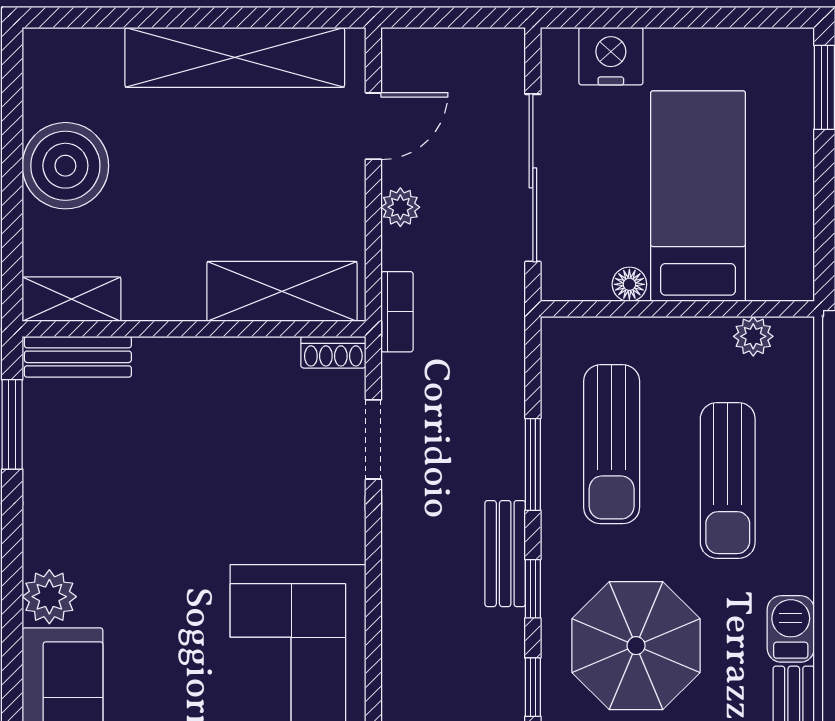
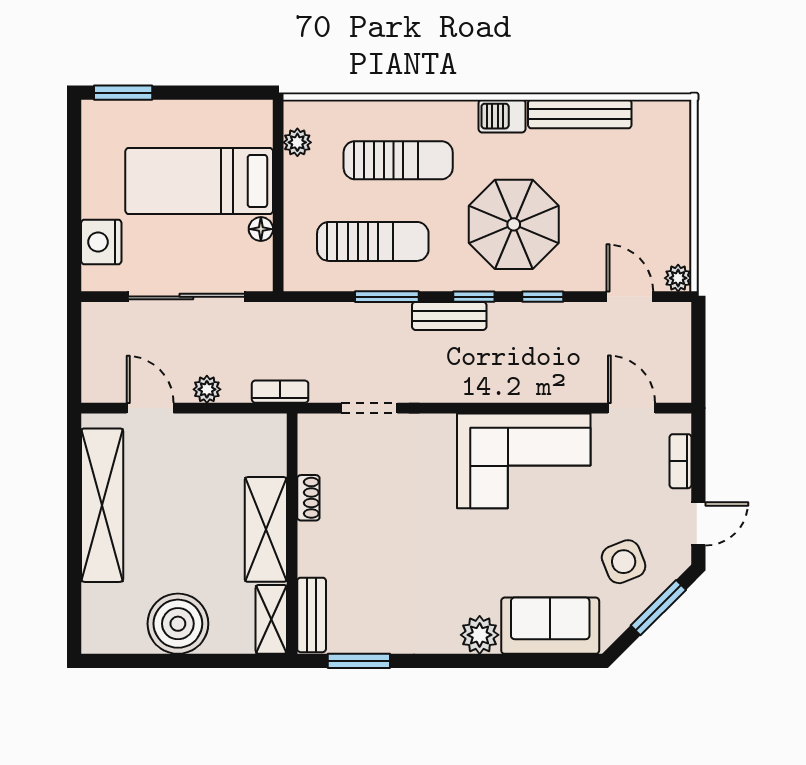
shelving: (282, 291) -> (266, 529), moved
shoe rack: (333, 352) -> (308, 498), moved

